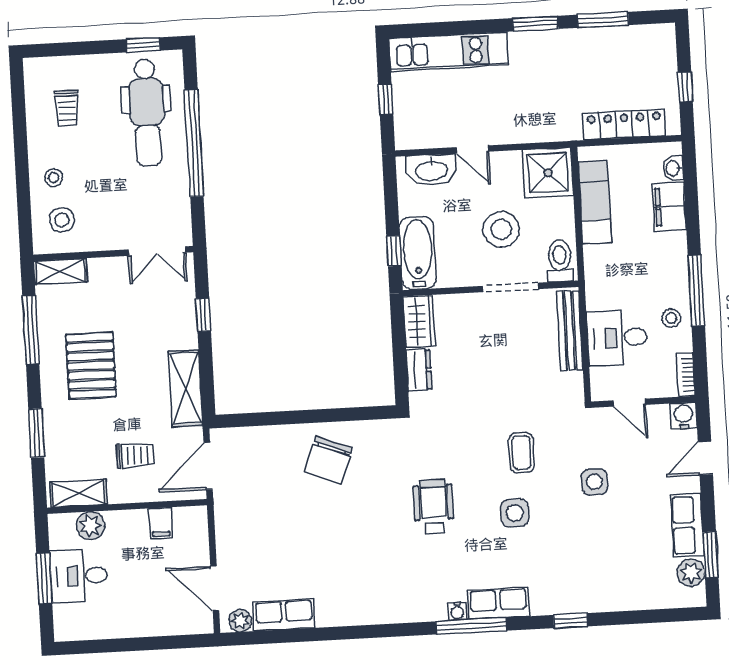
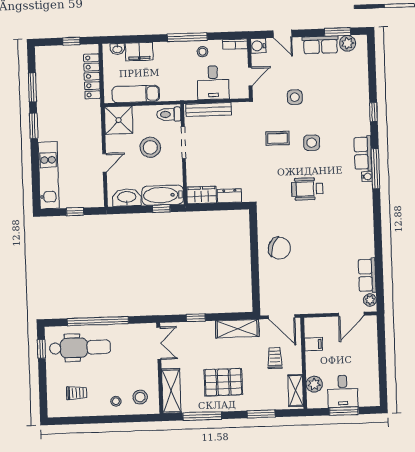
washbasin: (431, 170) -> (127, 197), moved, turned -90
shelving: (60, 271) -> (171, 391), width x1.50, depth x1.33

